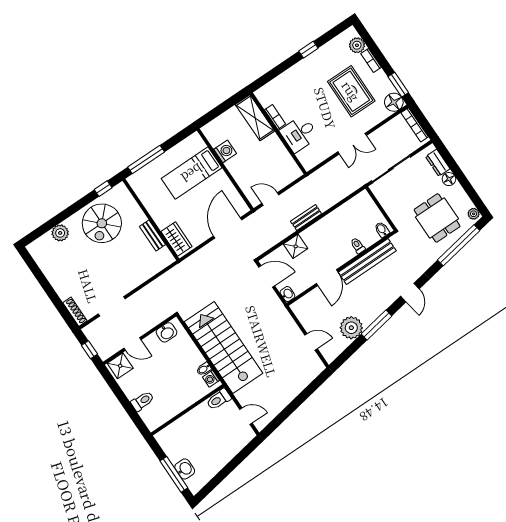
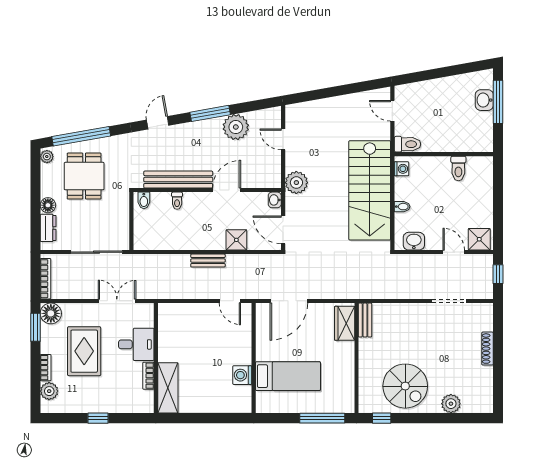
bookcase: (275, 117) -> (148, 376), moved
shelving: (255, 118) -> (168, 388), moved
wall: (278, 133) -> (156, 358), moved
desk: (299, 134) -> (136, 344), moved
spiral stairs: (102, 223) -> (405, 386), turned 90
bench: (153, 235) -> (365, 320), moved
shoe rack: (75, 312) -> (488, 349), moved
plant: (280, 317) -> (296, 183), added
bidet: (204, 369) -> (402, 207), moved
toilet: (142, 401) -> (458, 168), moved, turned -90

